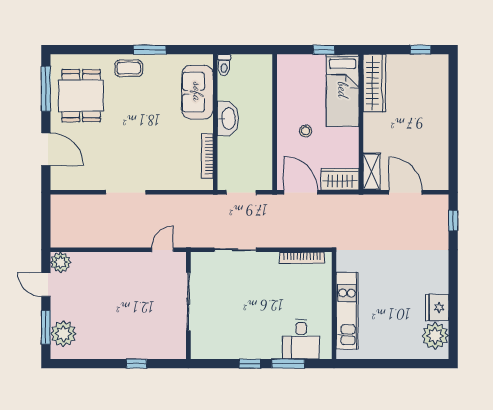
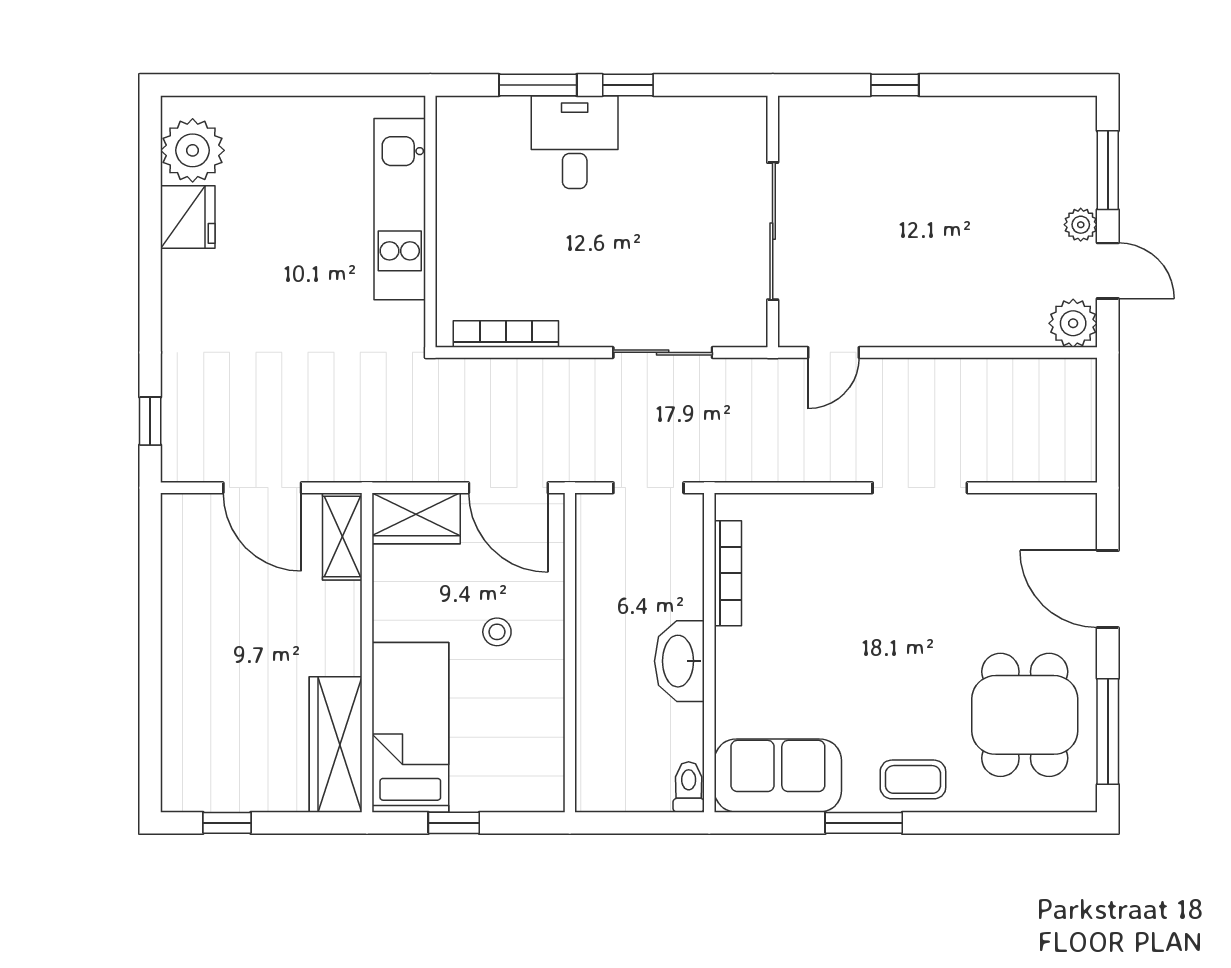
sofa: (198, 92) -> (778, 776), moved, turned -90
plant: (63, 334) -> (1081, 225), moved, width x0.53, depth x0.53
desk: (301, 339) -> (575, 142), moved

